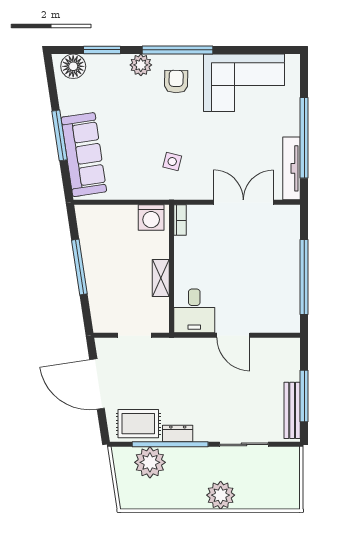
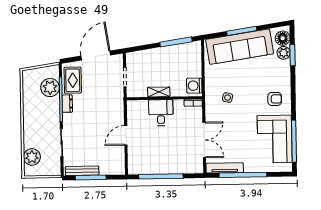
window: (177, 50) -> (294, 141), moved
plant: (141, 65) -> (284, 53), moved
sofa: (84, 155) -> (240, 47), width x1.36, depth x1.27
window: (79, 267) -> (176, 42), moved
desk: (194, 311) -> (161, 113), moved, turned 90
plant: (221, 495) -> (32, 157), moved

